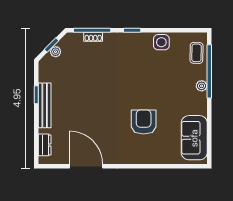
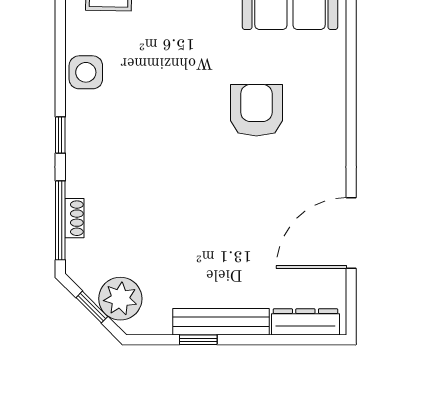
plant: (56, 52) -> (120, 299), width x1.88, depth x1.88
armchair: (144, 122) -> (256, 110), turned 90
dresser: (45, 145) -> (305, 322), width x1.44

